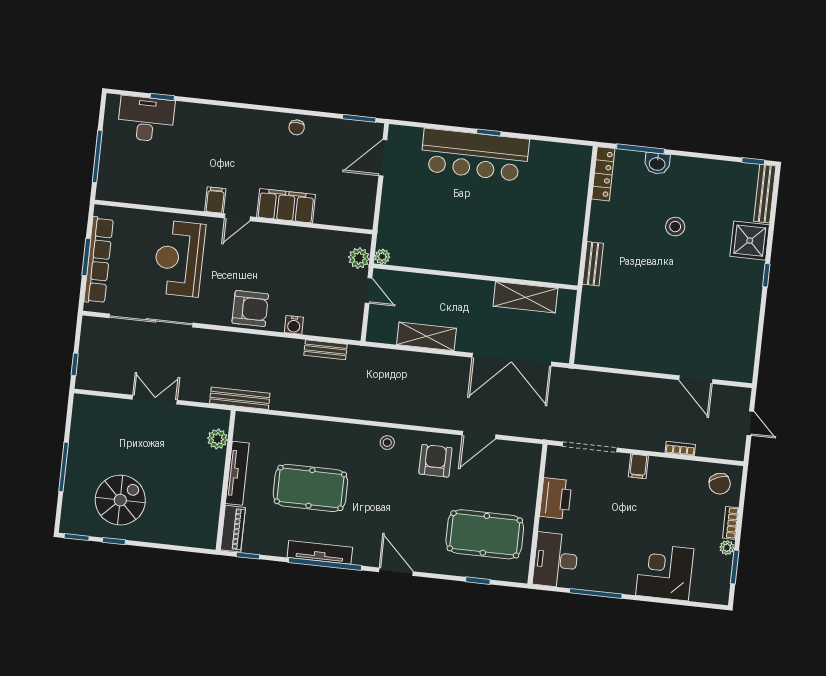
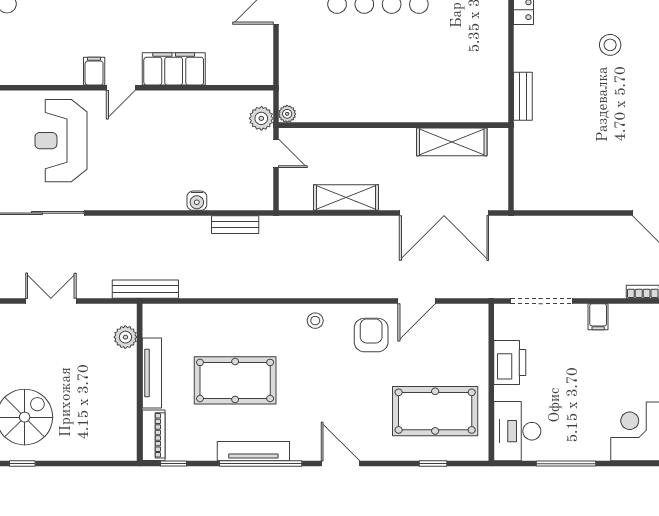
armchair: (250, 309) -> (146, 188), removed

